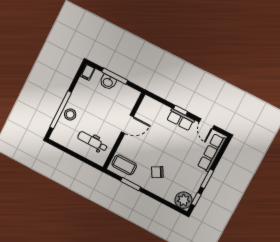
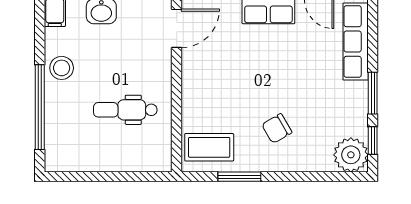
stool: (70, 114) -> (62, 68), moved
door: (127, 124) -> (177, 28), moved
dental chair: (92, 142) -> (125, 110), moved

